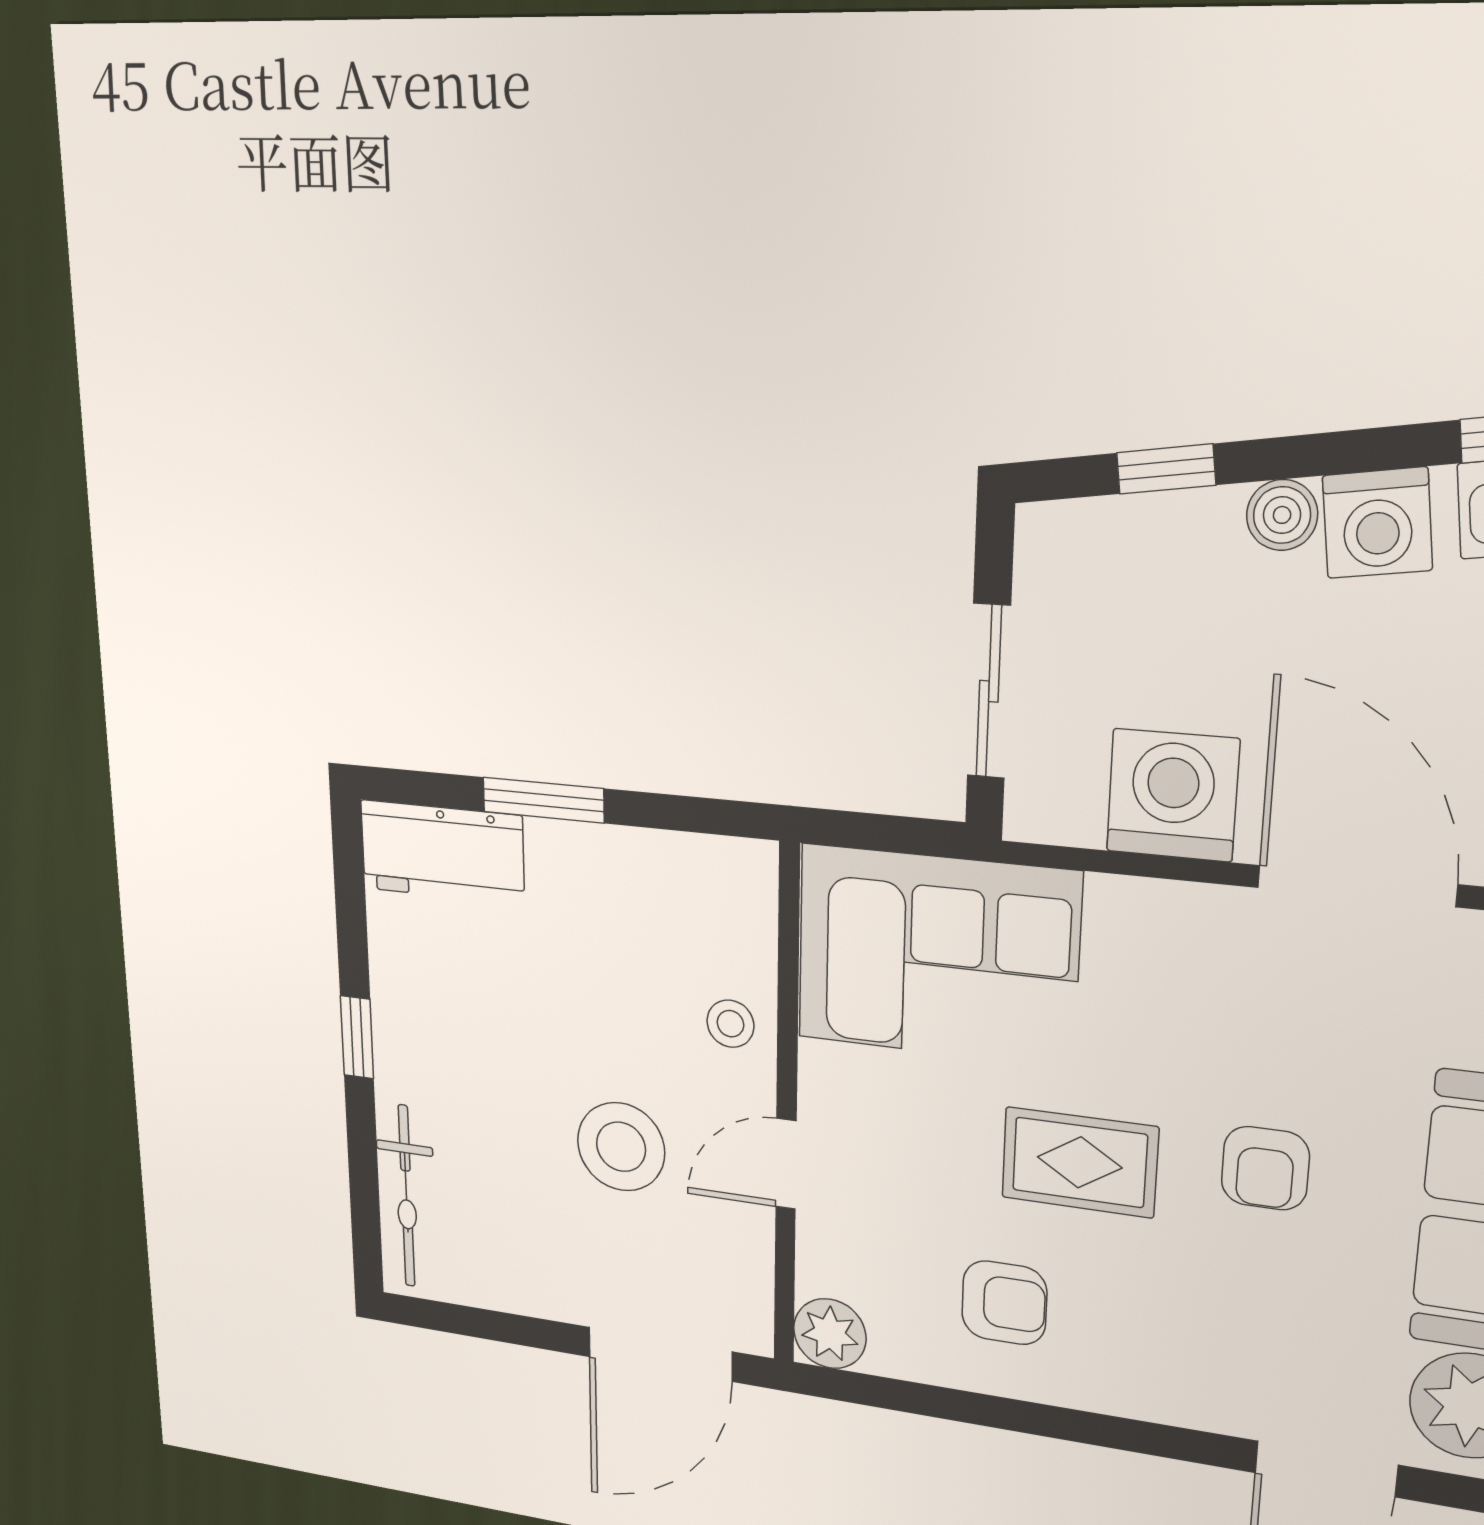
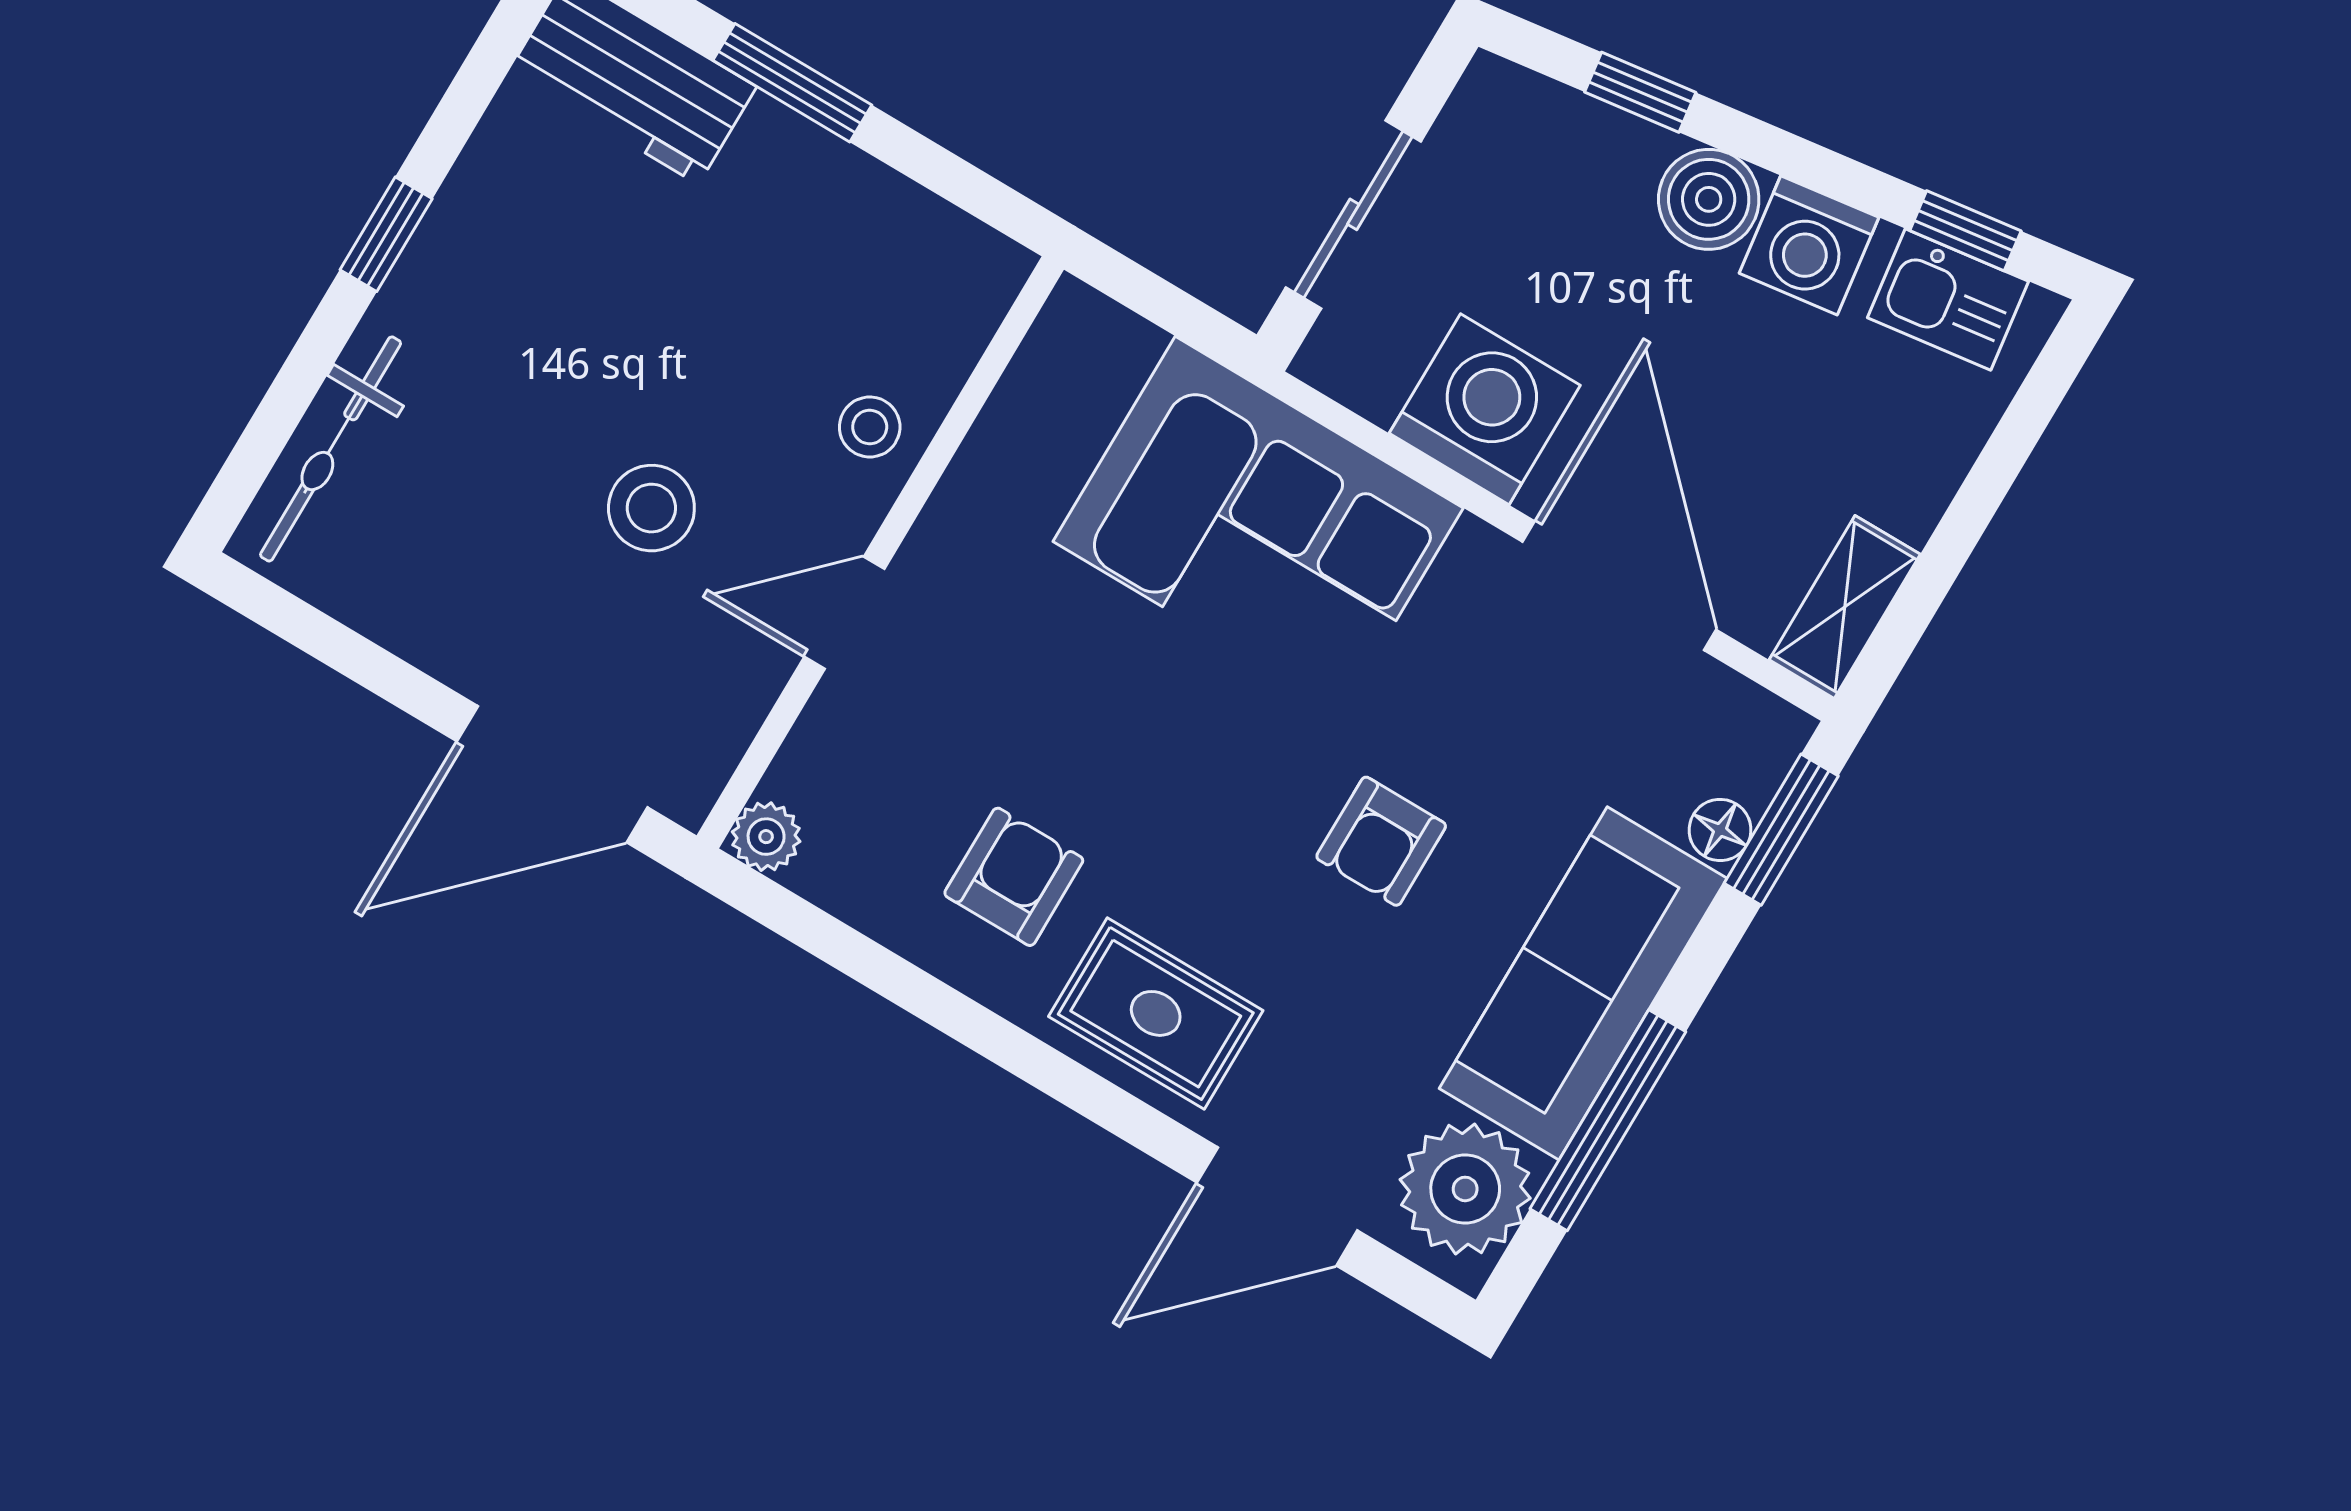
boiler: (1282, 515) -> (1709, 199), width x1.36, depth x1.36
corner sofa: (937, 956) -> (1258, 525), moved
stool: (621, 1147) -> (651, 508), width x0.73, depth x0.73
rug: (1080, 1162) -> (1156, 1013), moved
armchair: (1004, 1303) -> (1014, 877), turned -90
plant: (830, 1334) -> (766, 837), width x0.73, depth x0.73

